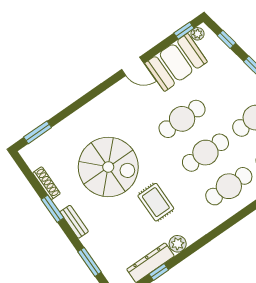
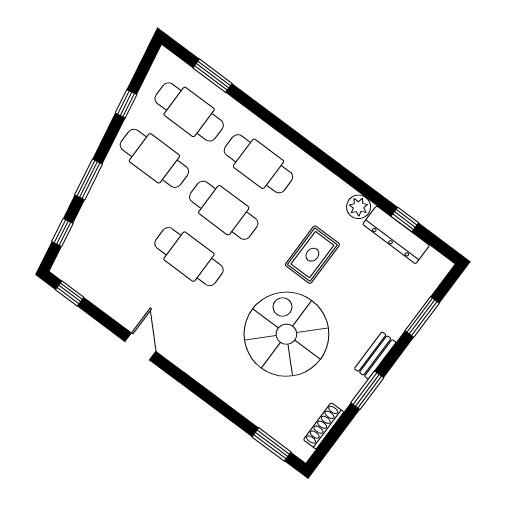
plant: (198, 34) -> (68, 274), removed
booth: (176, 62) -> (116, 290), removed
shoe rack: (47, 183) -> (324, 426), moved

